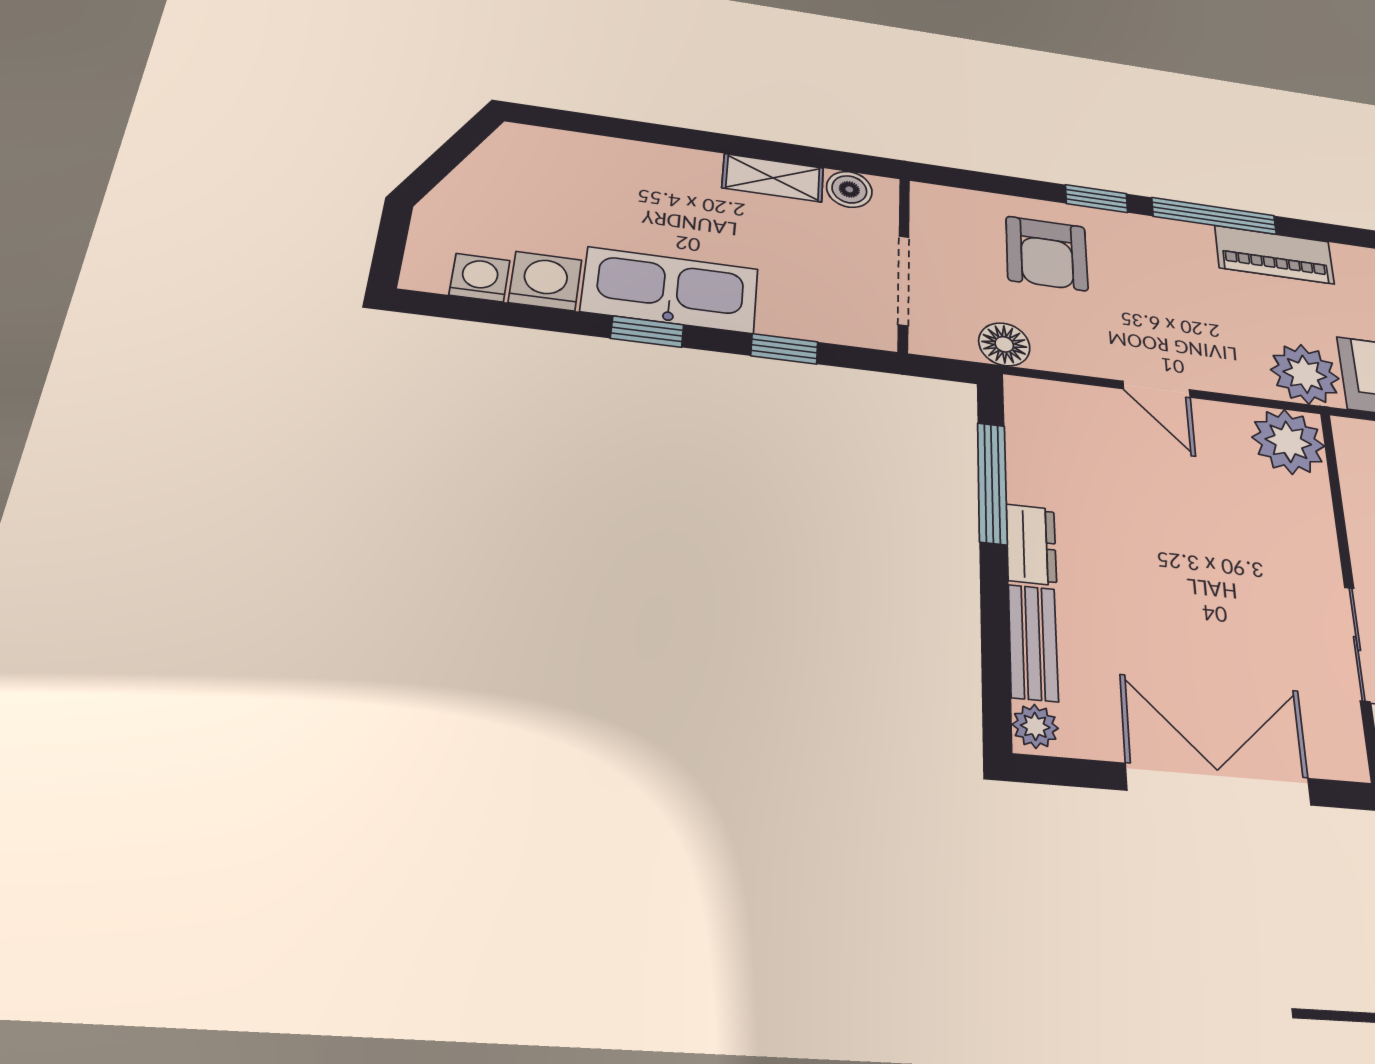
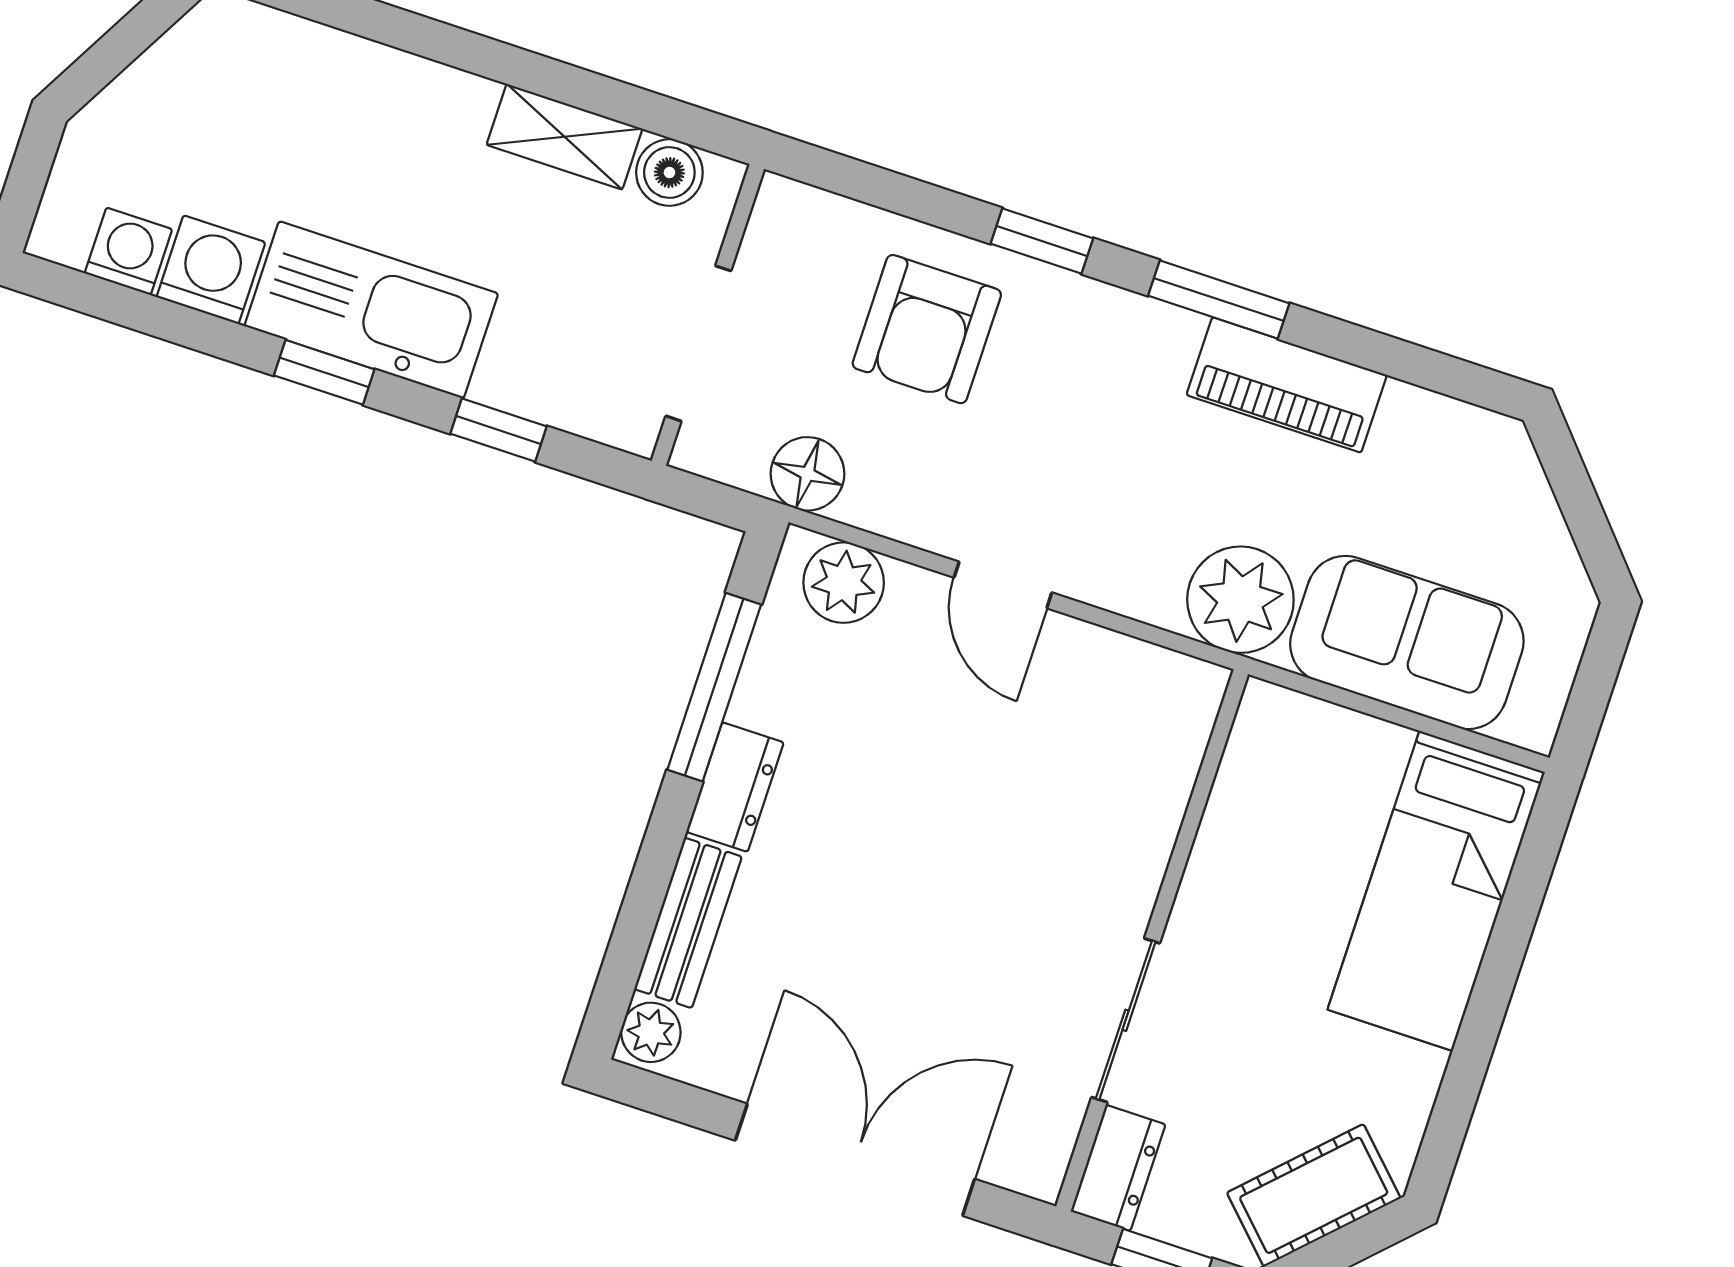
window: (1214, 216) -> (1219, 300), width x0.69
plant: (1288, 442) -> (844, 583), moved, width x0.73, depth x0.73

